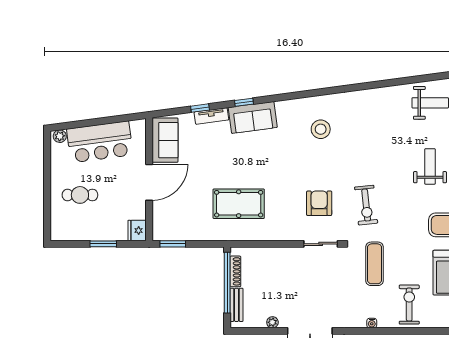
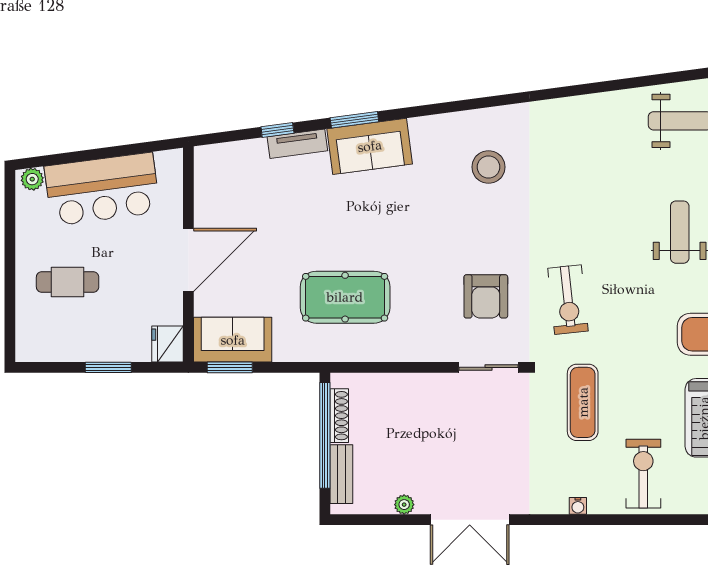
window: (244, 102) -> (354, 120), width x1.50
sofa: (165, 140) -> (233, 340), moved, turned -90
armchair: (319, 203) -> (486, 296), turned 180

